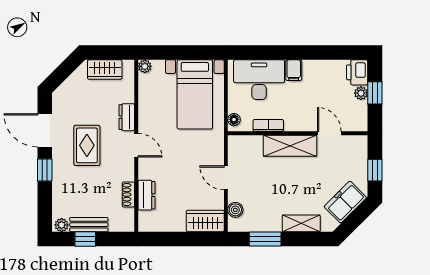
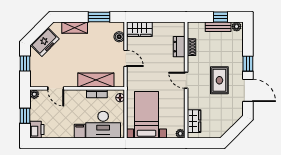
wardrobe: (105, 70) -> (194, 121), moved, turned 90
plant: (361, 93) -> (34, 94), moved
dresser: (127, 117) -> (192, 99), removed
shelving: (290, 146) -> (96, 80), moved

